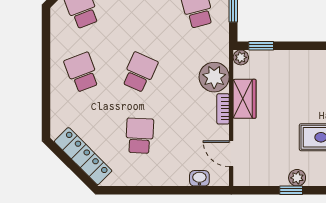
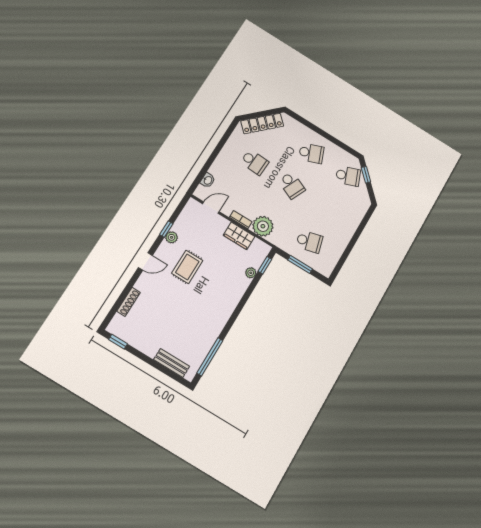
plant: (241, 57) -> (251, 273), moved

